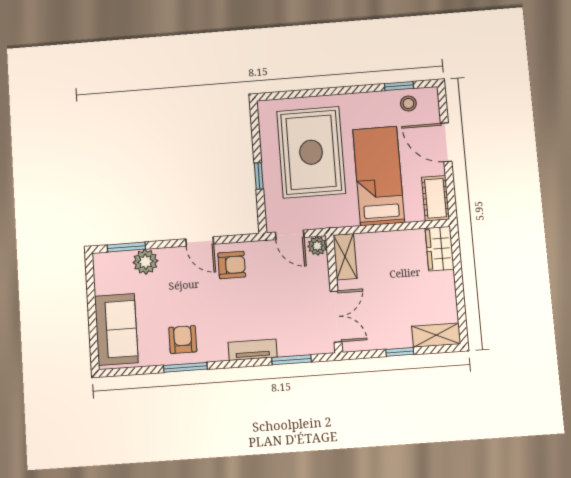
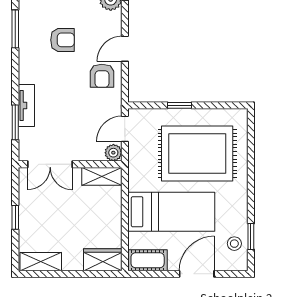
shelving: (436, 335) -> (41, 262), moved, turned 90
armchair: (183, 340) -> (62, 40), moved
tv unit: (253, 350) -> (26, 105), moved

